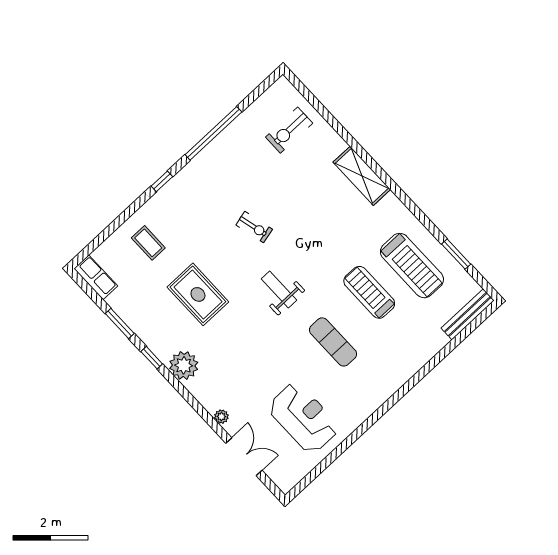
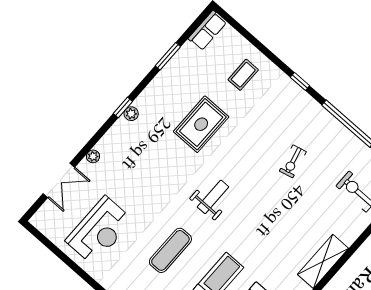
exercise bike: (254, 227) -> (293, 161), moved
window: (152, 358) -> (123, 107), moved
plant: (184, 365) -> (131, 114), width x0.53, depth x0.53

